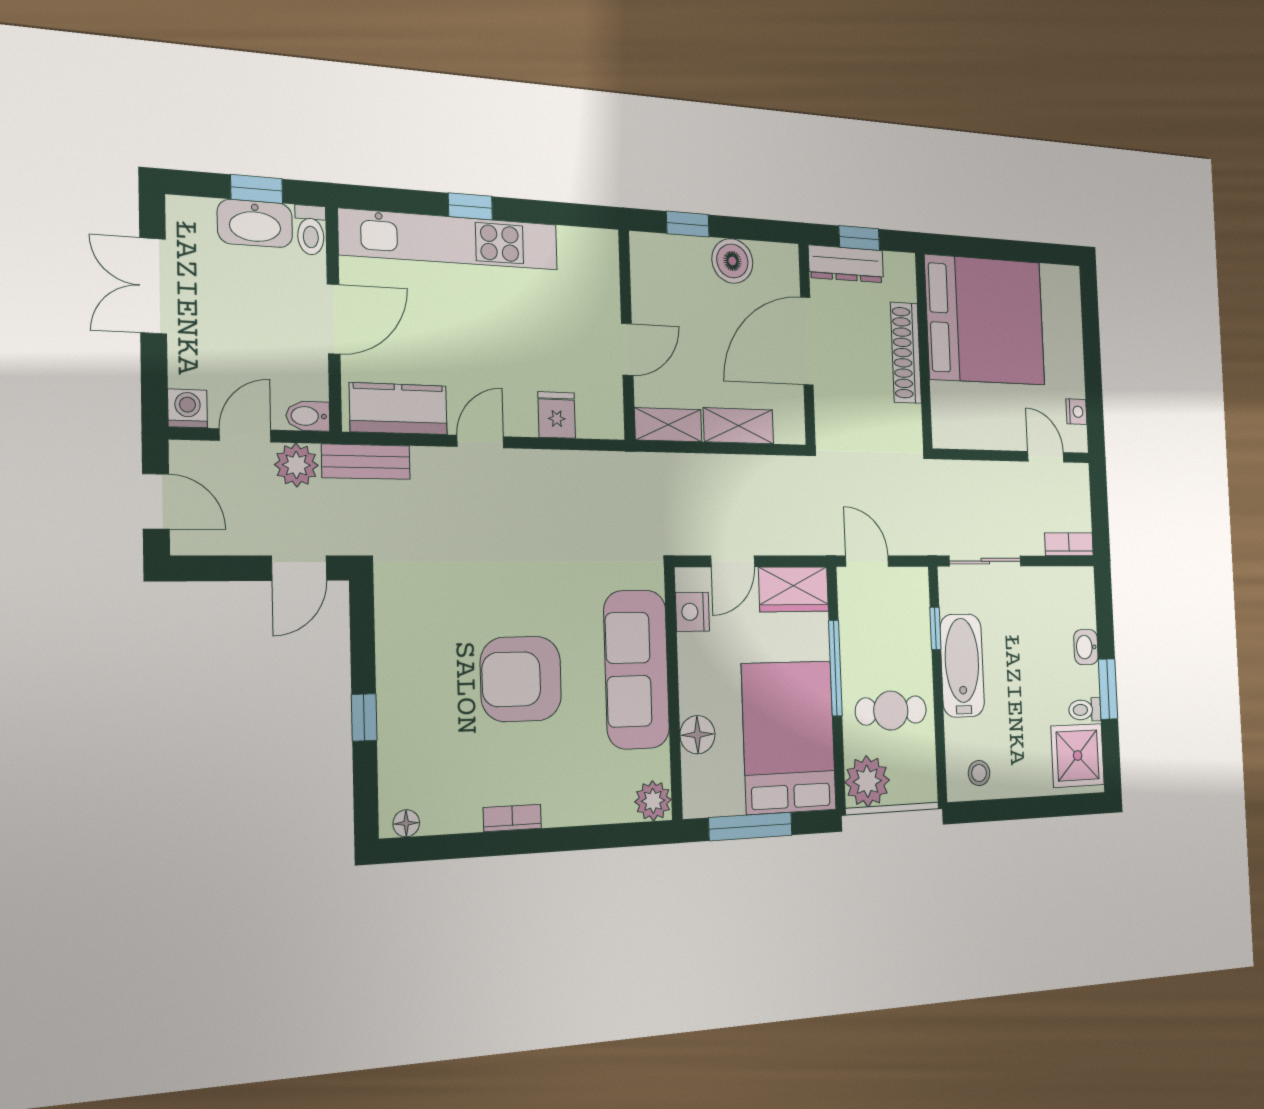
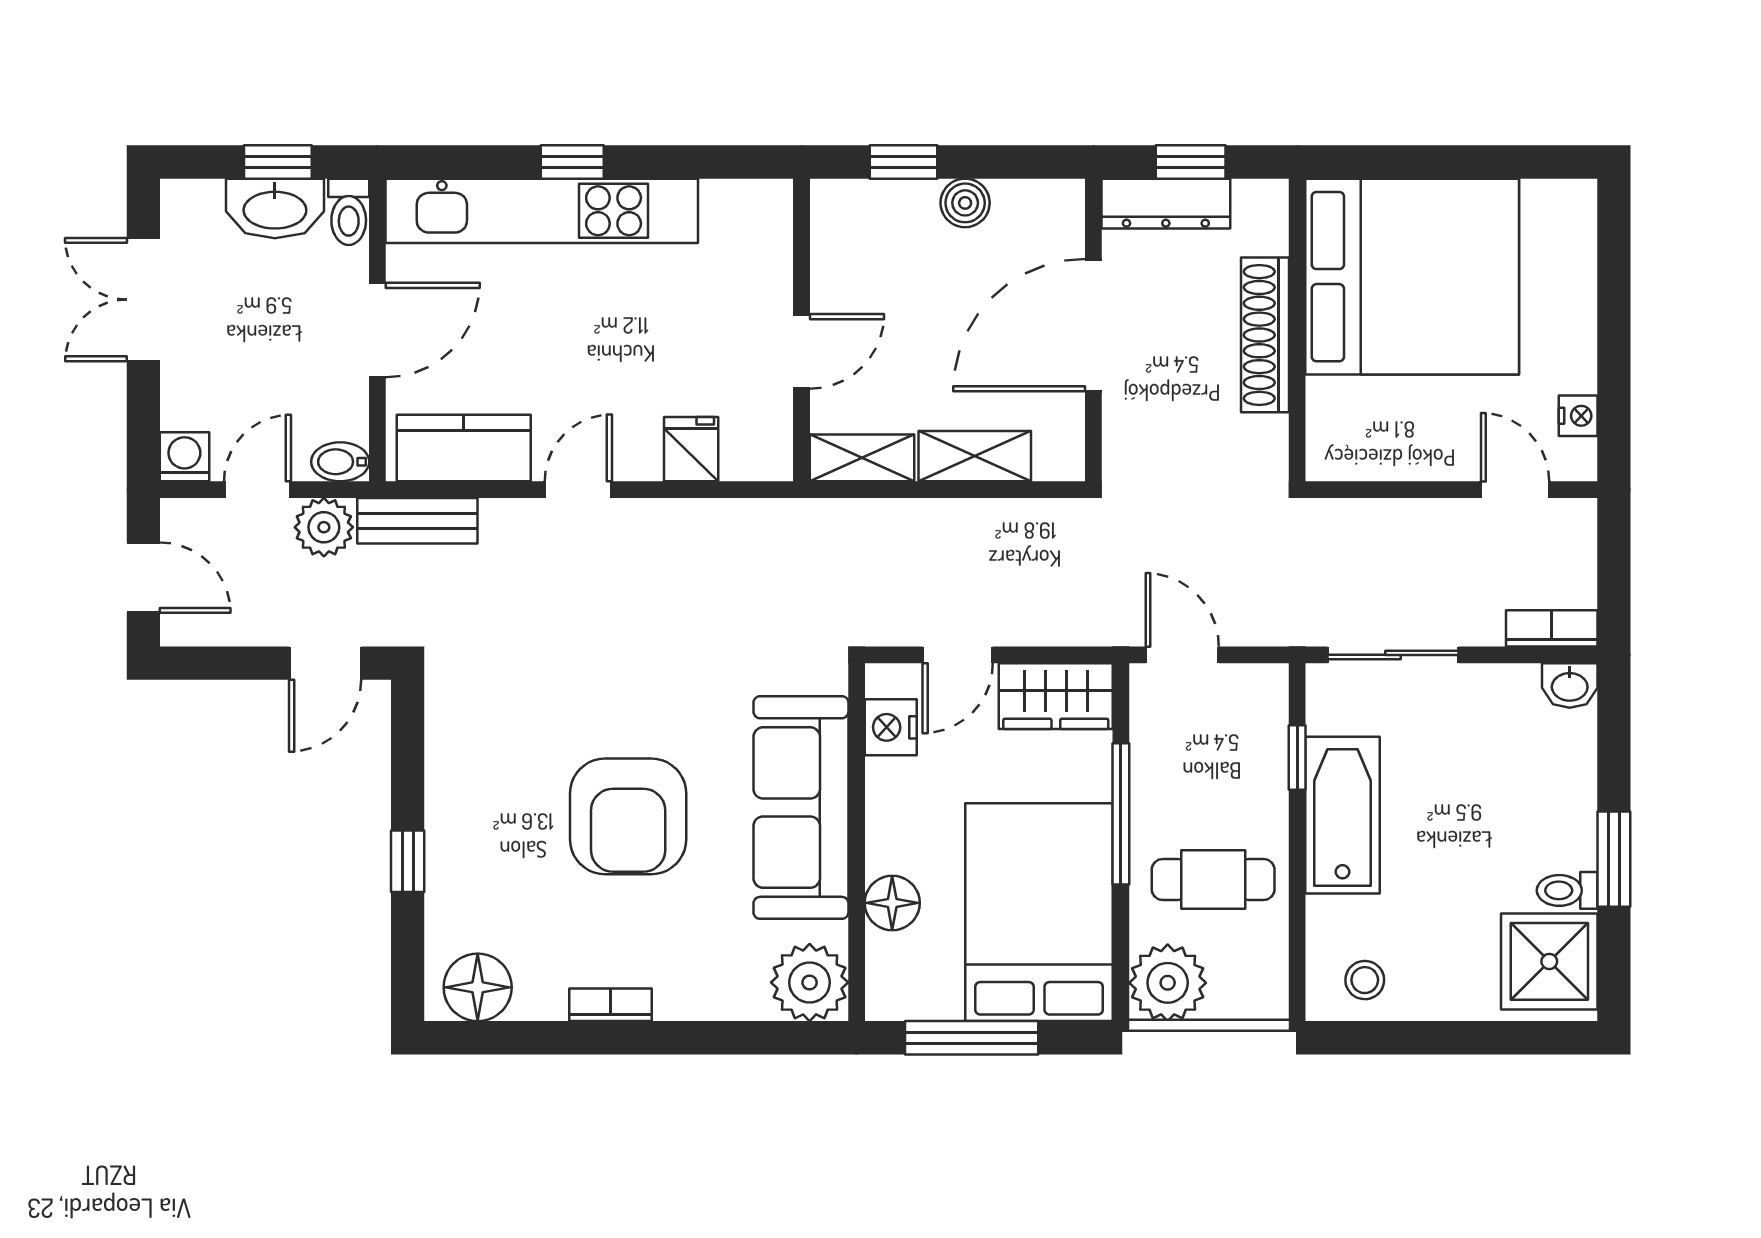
boiler: (732, 261) -> (965, 203), width x0.73, depth x0.73
washbasin: (1086, 647) -> (1570, 686), moved, turned -90
armchair: (521, 679) -> (628, 816), turned -90
plant: (653, 801) -> (810, 982), width x1.36, depth x1.36
floor lamp: (406, 823) -> (478, 987), width x1.89, depth x1.89

